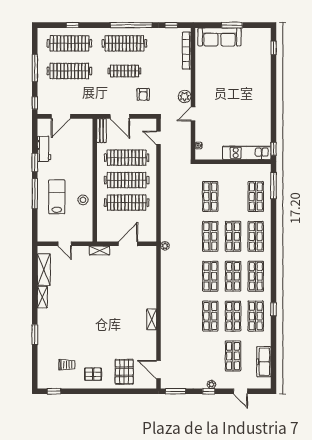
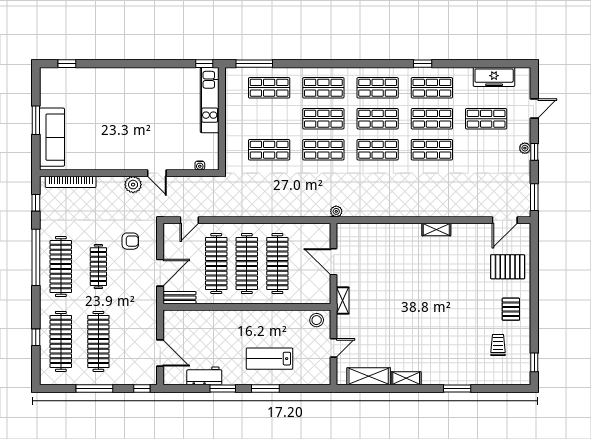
window: (35, 194) -> (265, 388), width x0.69
stool: (83, 200) -> (317, 320), moved

